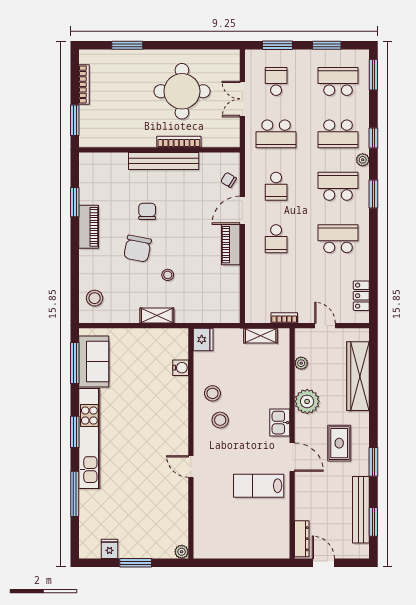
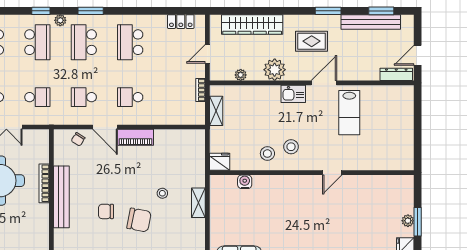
school desk: (276, 134) -> (37, 97), width x0.54
school desk: (276, 186) -> (84, 97), turned 180
school desk: (276, 239) -> (130, 97), turned 180
plant: (182, 552) -> (408, 221), moved

